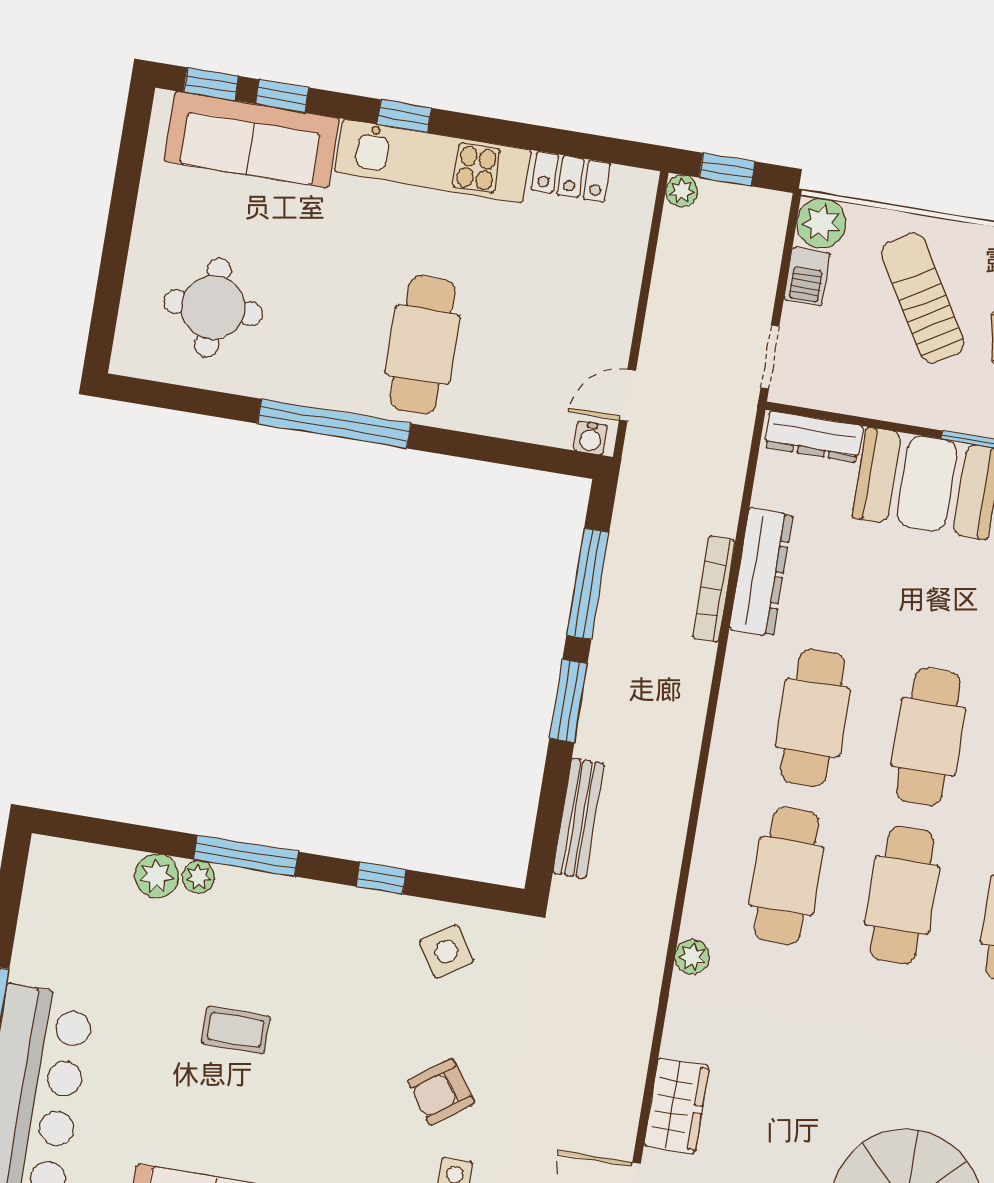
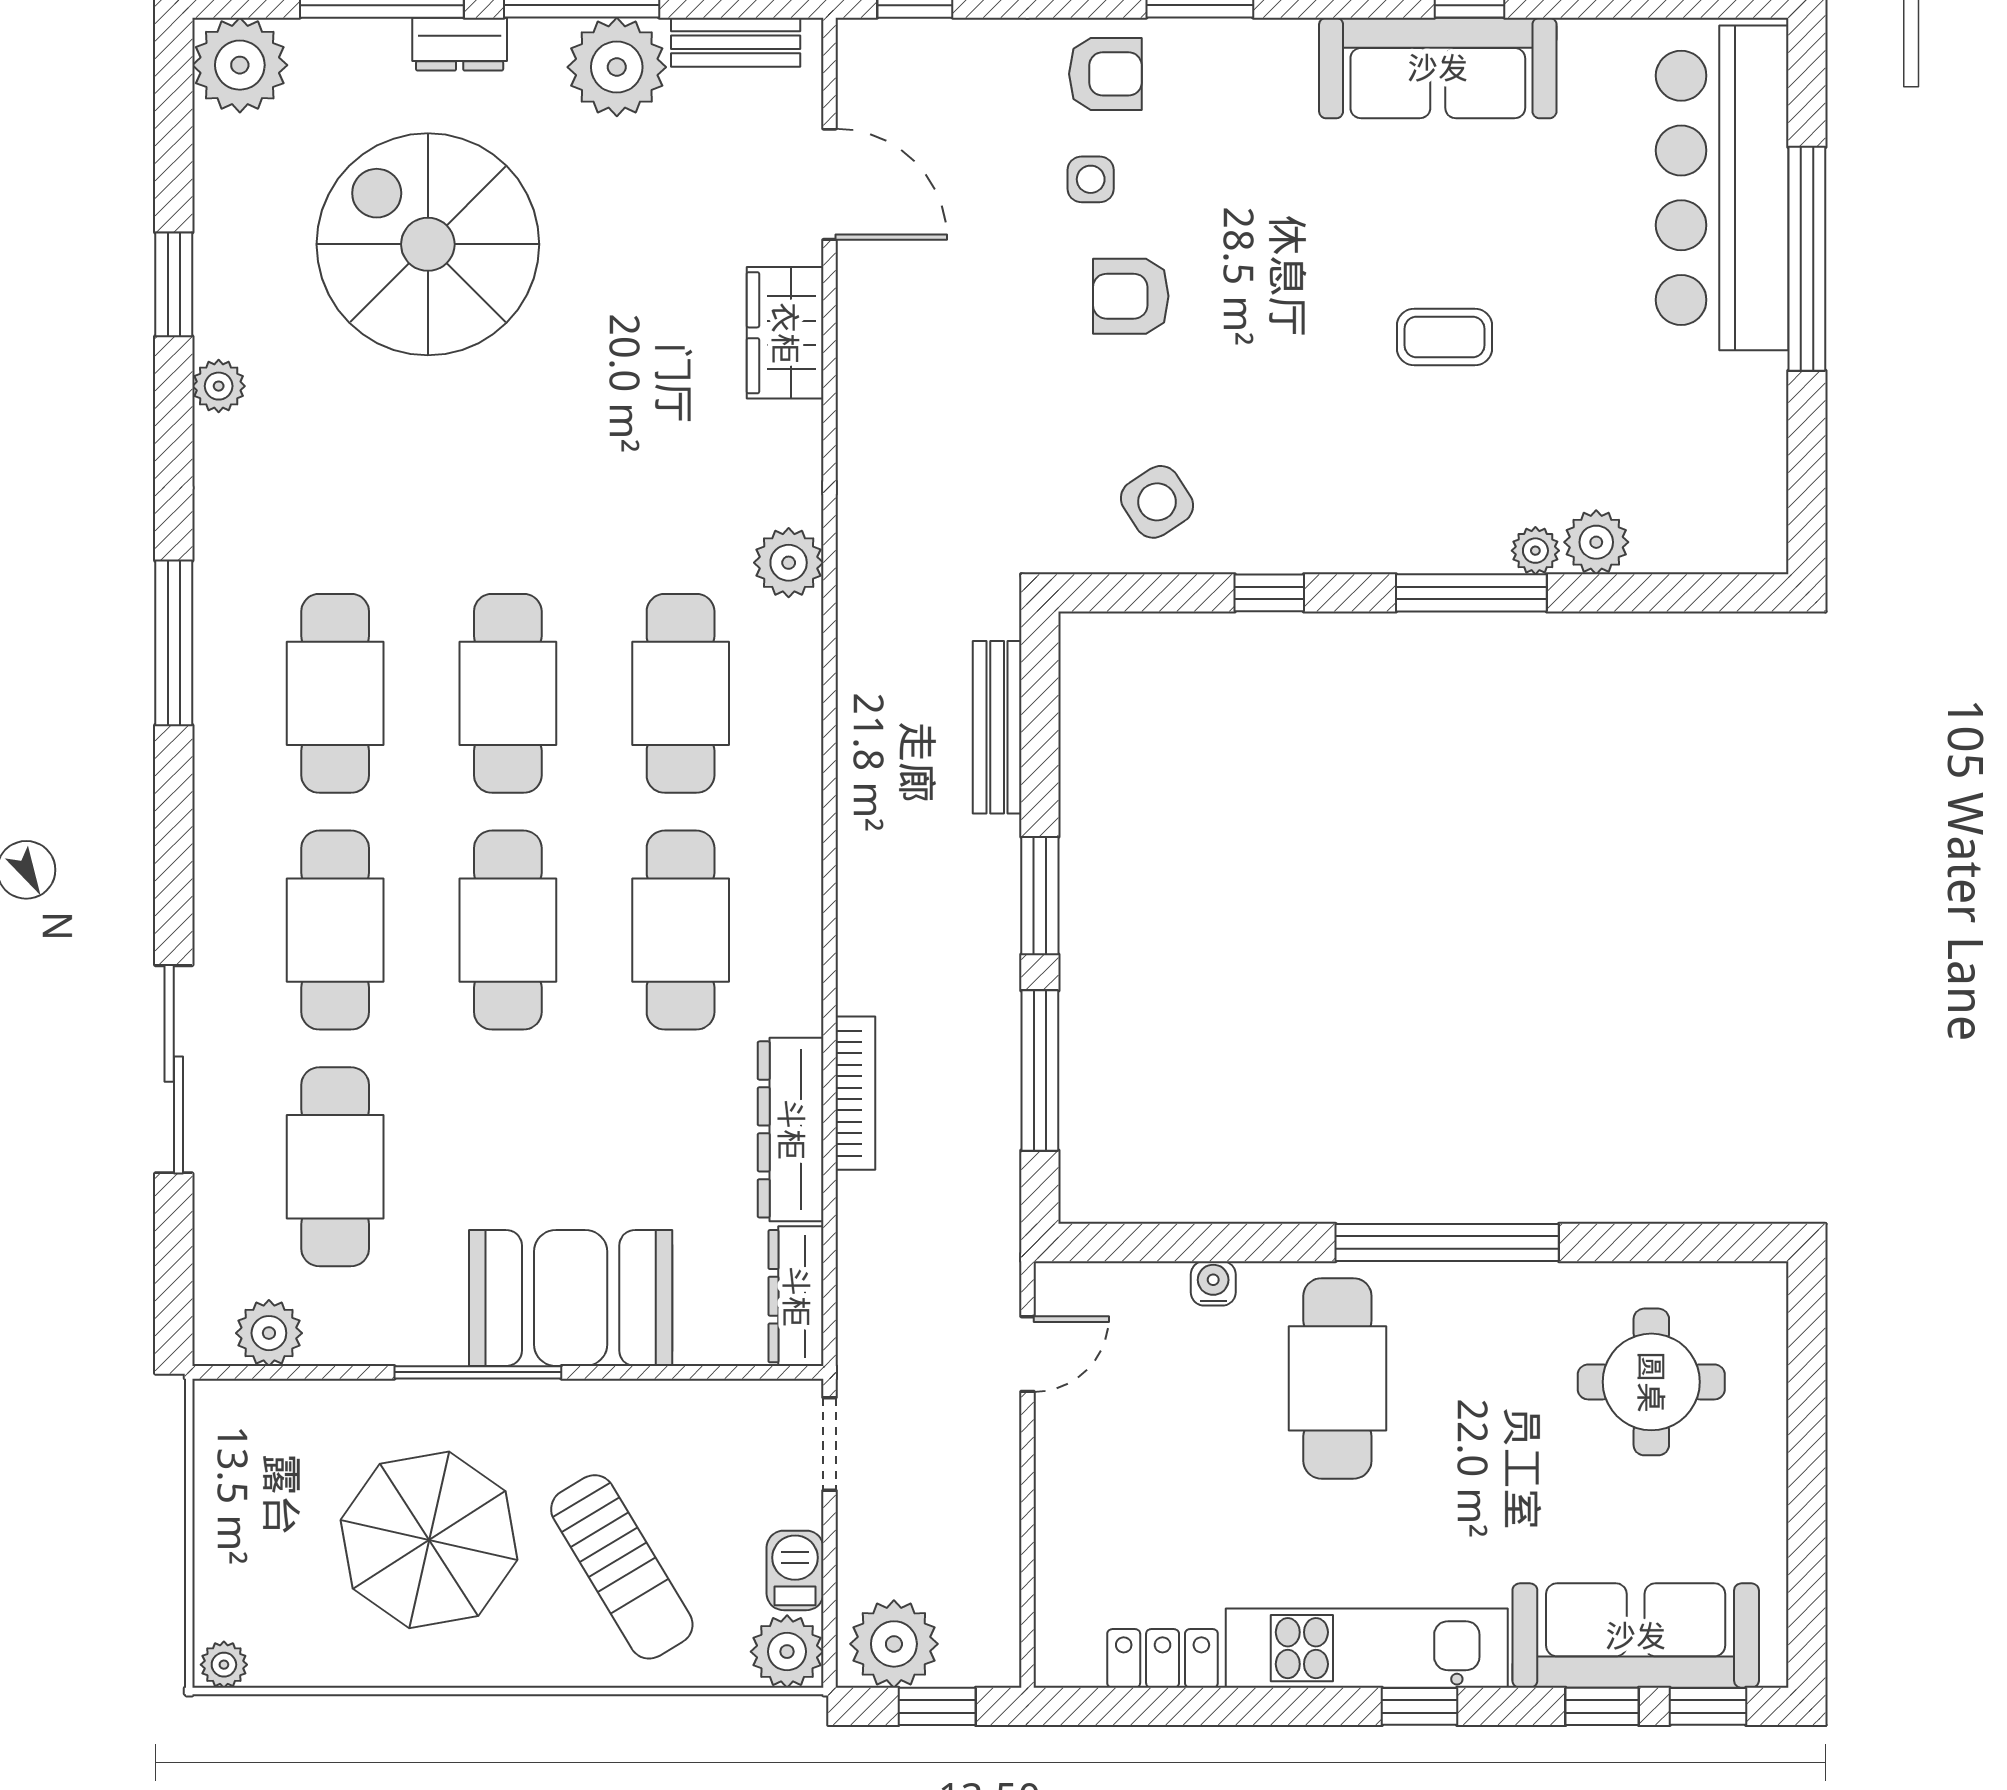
plant: (682, 191) -> (894, 1644), moved, width x1.87, depth x1.87
dresser: (813, 437) -> (796, 1296), moved, turned -90
water cooler: (590, 438) -> (1213, 1283), moved
plant: (692, 957) -> (789, 563), width x1.38, depth x1.38
armchair: (441, 1092) -> (1131, 296), turned -144

